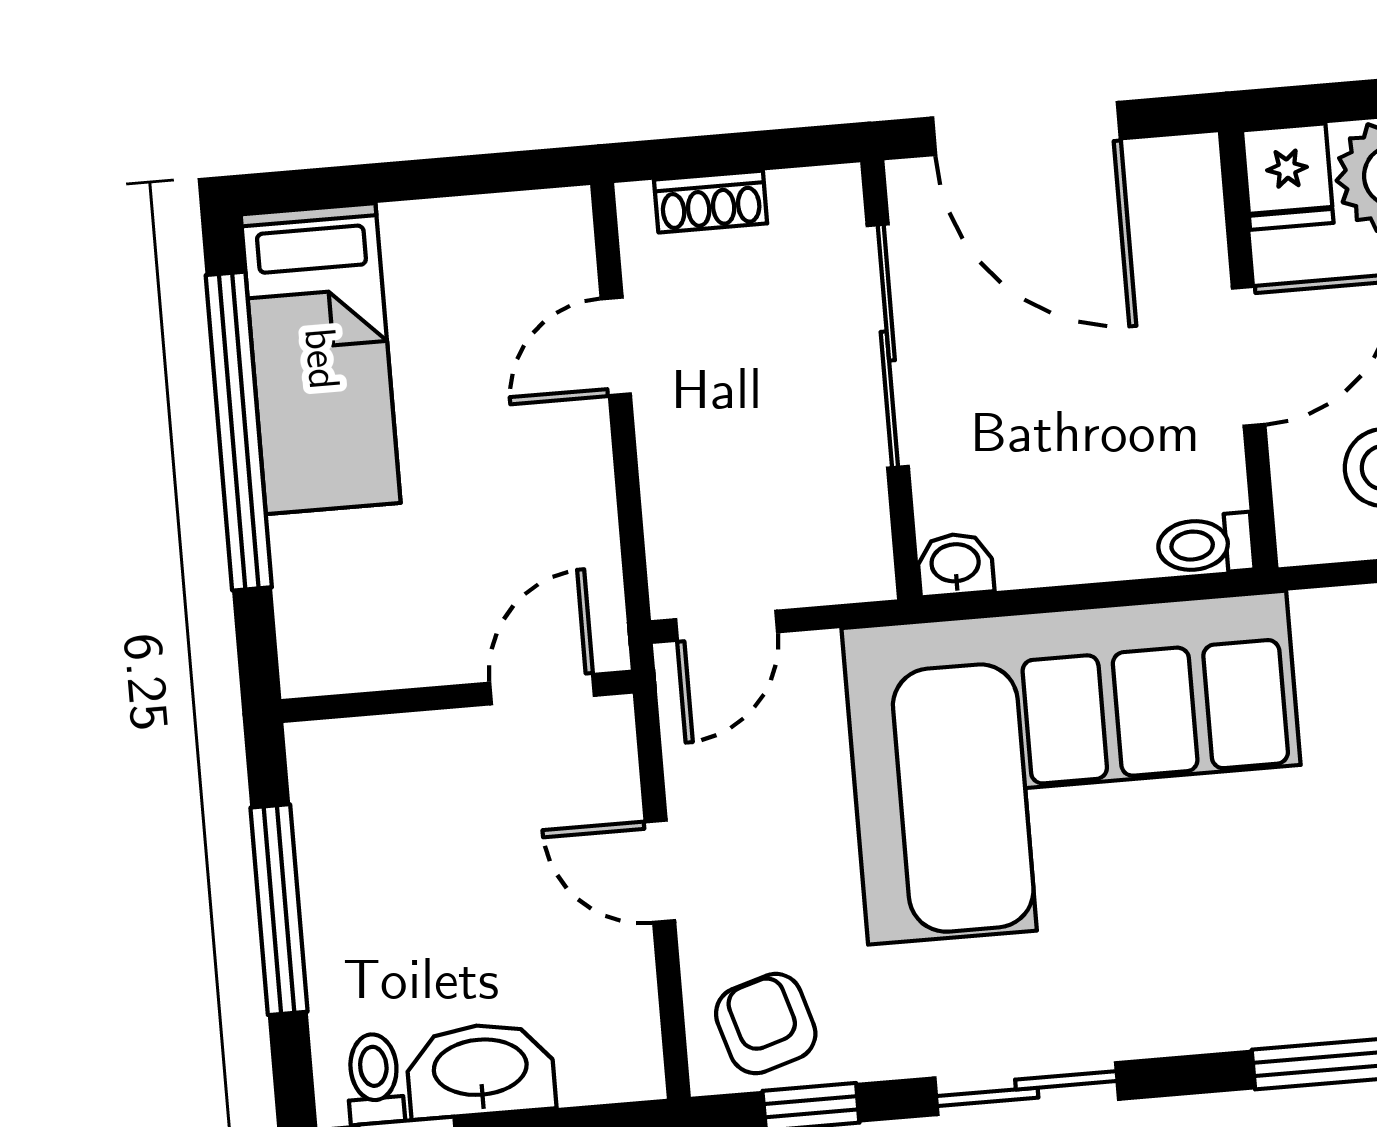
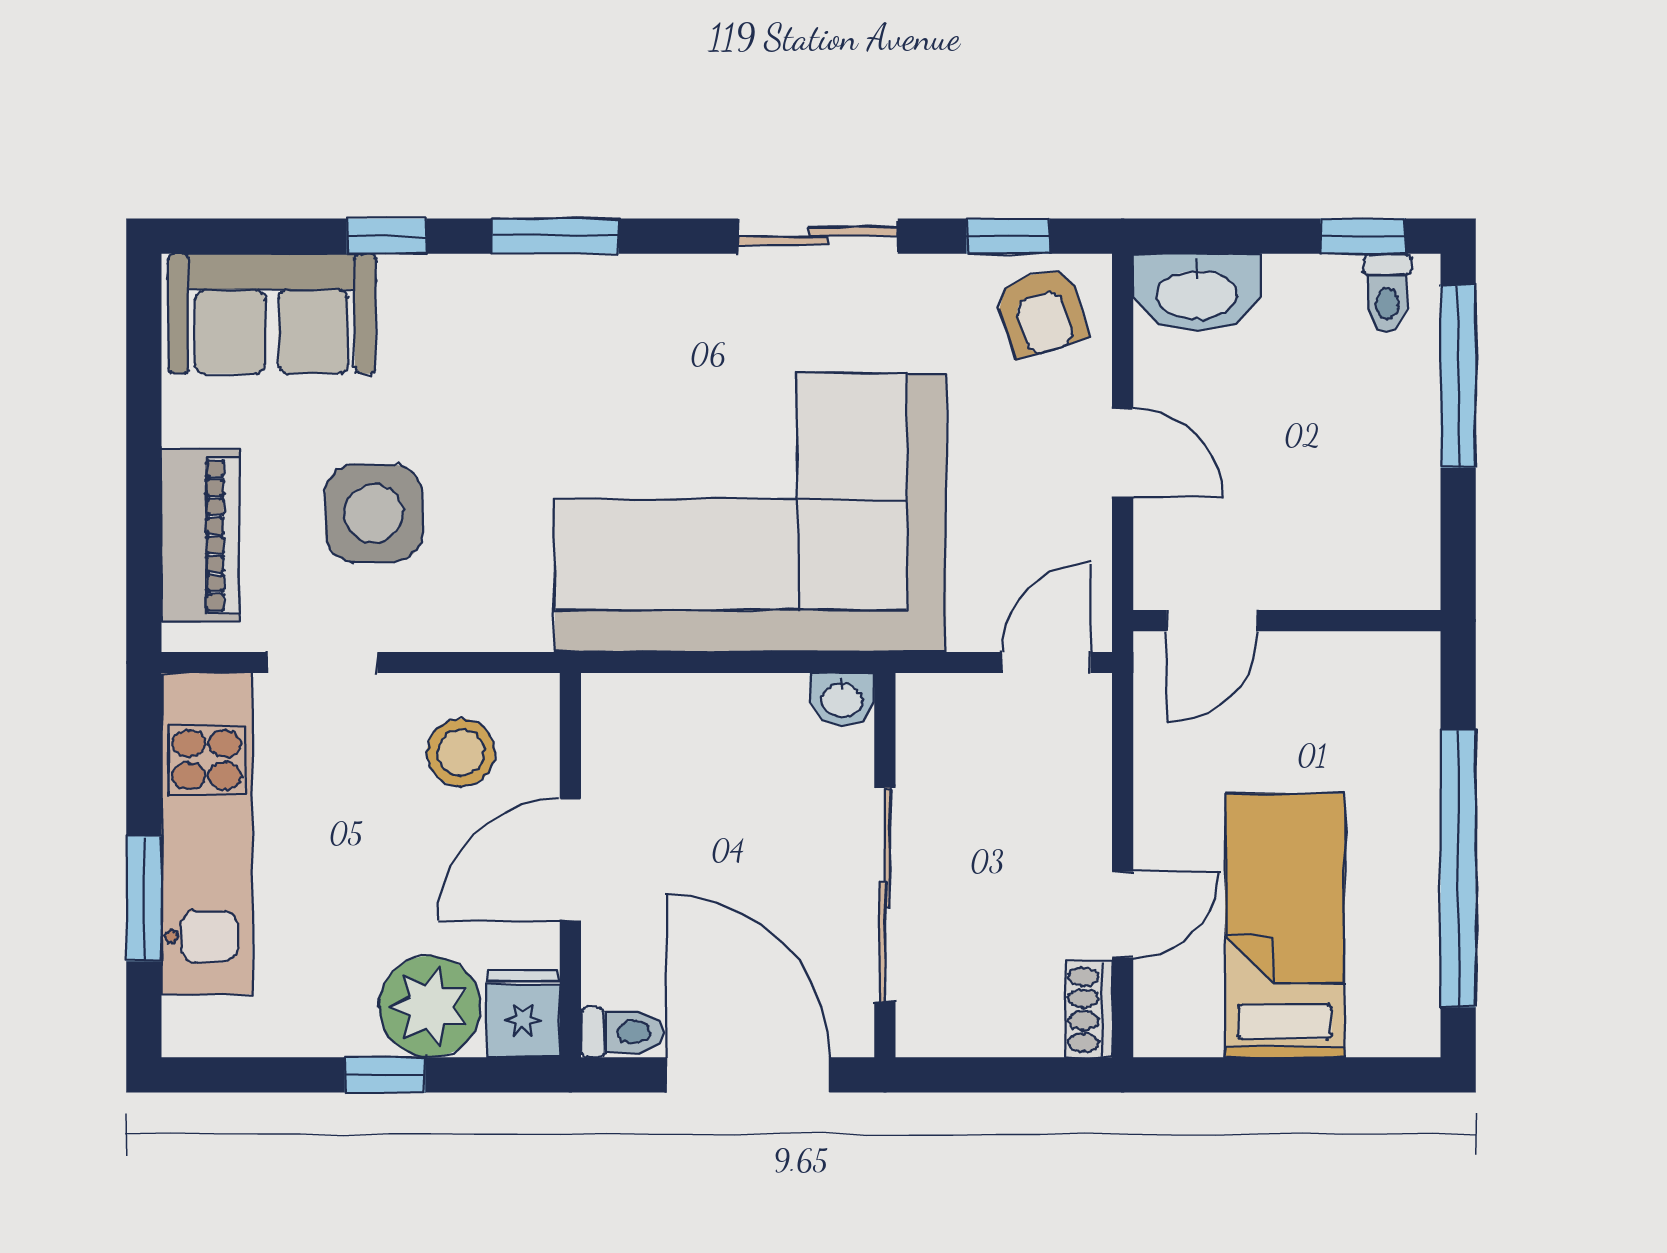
shoe rack: (711, 202) -> (1089, 1010), moved, turned -90
bed: (321, 359) -> (1285, 926), moved
toilet: (1205, 544) -> (622, 1032), moved
window: (279, 910) -> (1458, 376), moved
washbasin: (480, 1070) -> (1197, 293), moved

